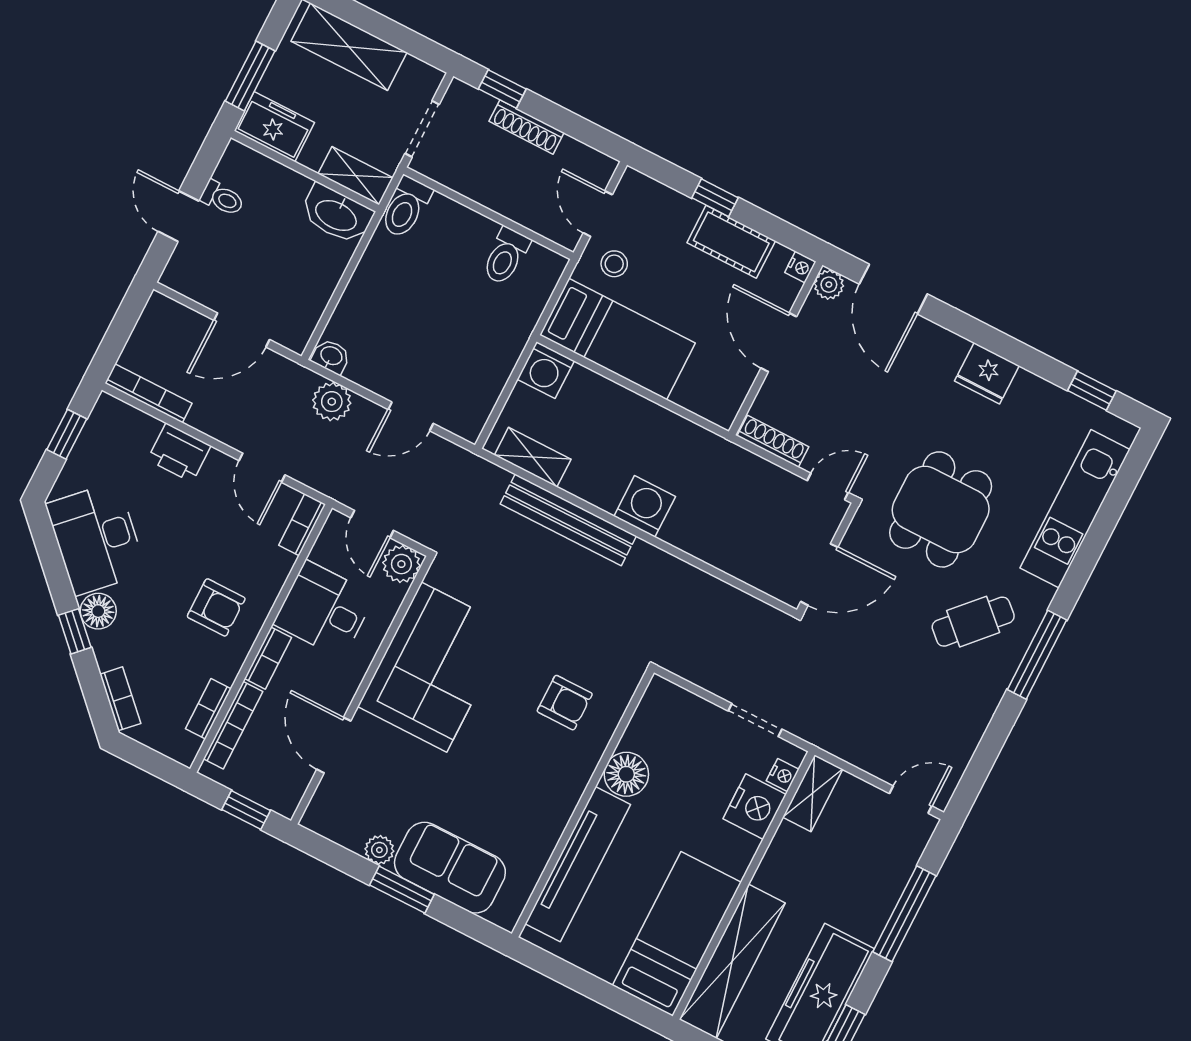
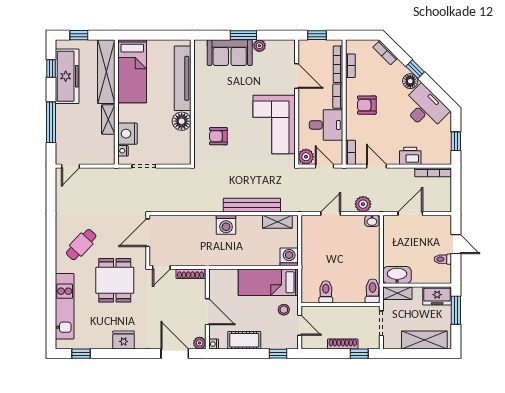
window: (715, 198) -> (278, 354), moved
window: (1037, 655) -> (51, 244), removed
shelving: (813, 793) -> (108, 120), moved

